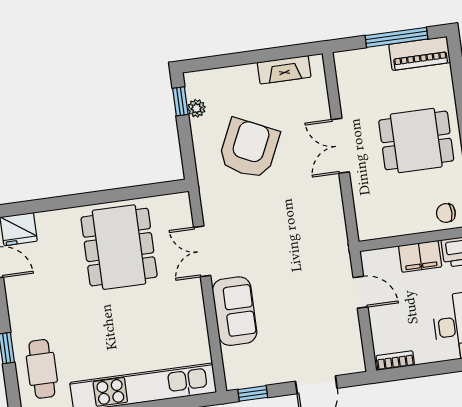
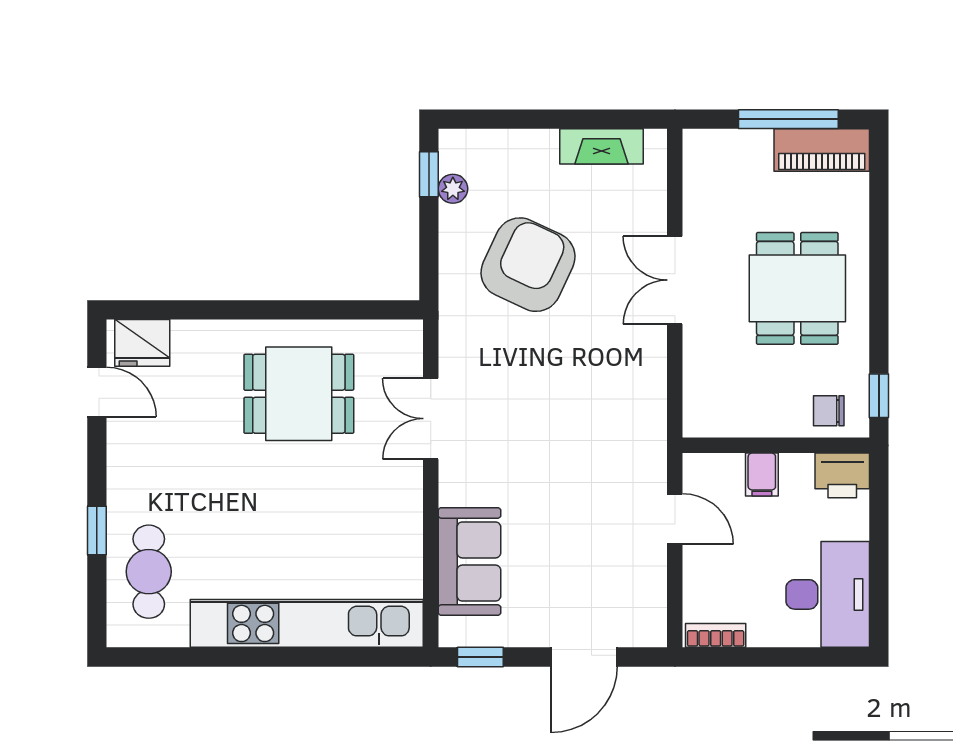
dining table: (416, 140) -> (797, 288), turned 90
dining table: (119, 247) -> (299, 394), width x0.73
filing cabinet: (420, 256) -> (762, 475), width x0.50
sofa: (235, 311) -> (470, 562), moved

